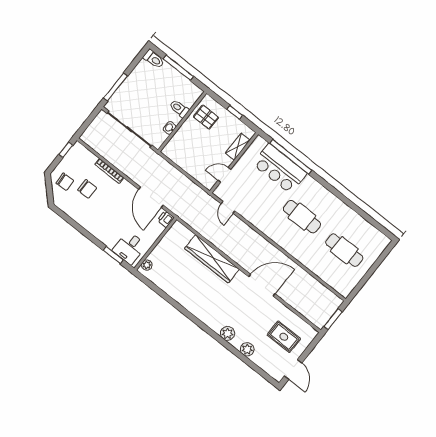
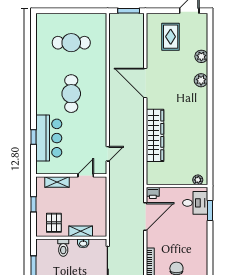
shelving: (181, 134) -> (81, 231), added
window: (291, 157) -> (34, 137), width x0.32
door: (224, 175) -> (86, 175), swing flipped
cafe table: (344, 250) -> (71, 43), turned 90

